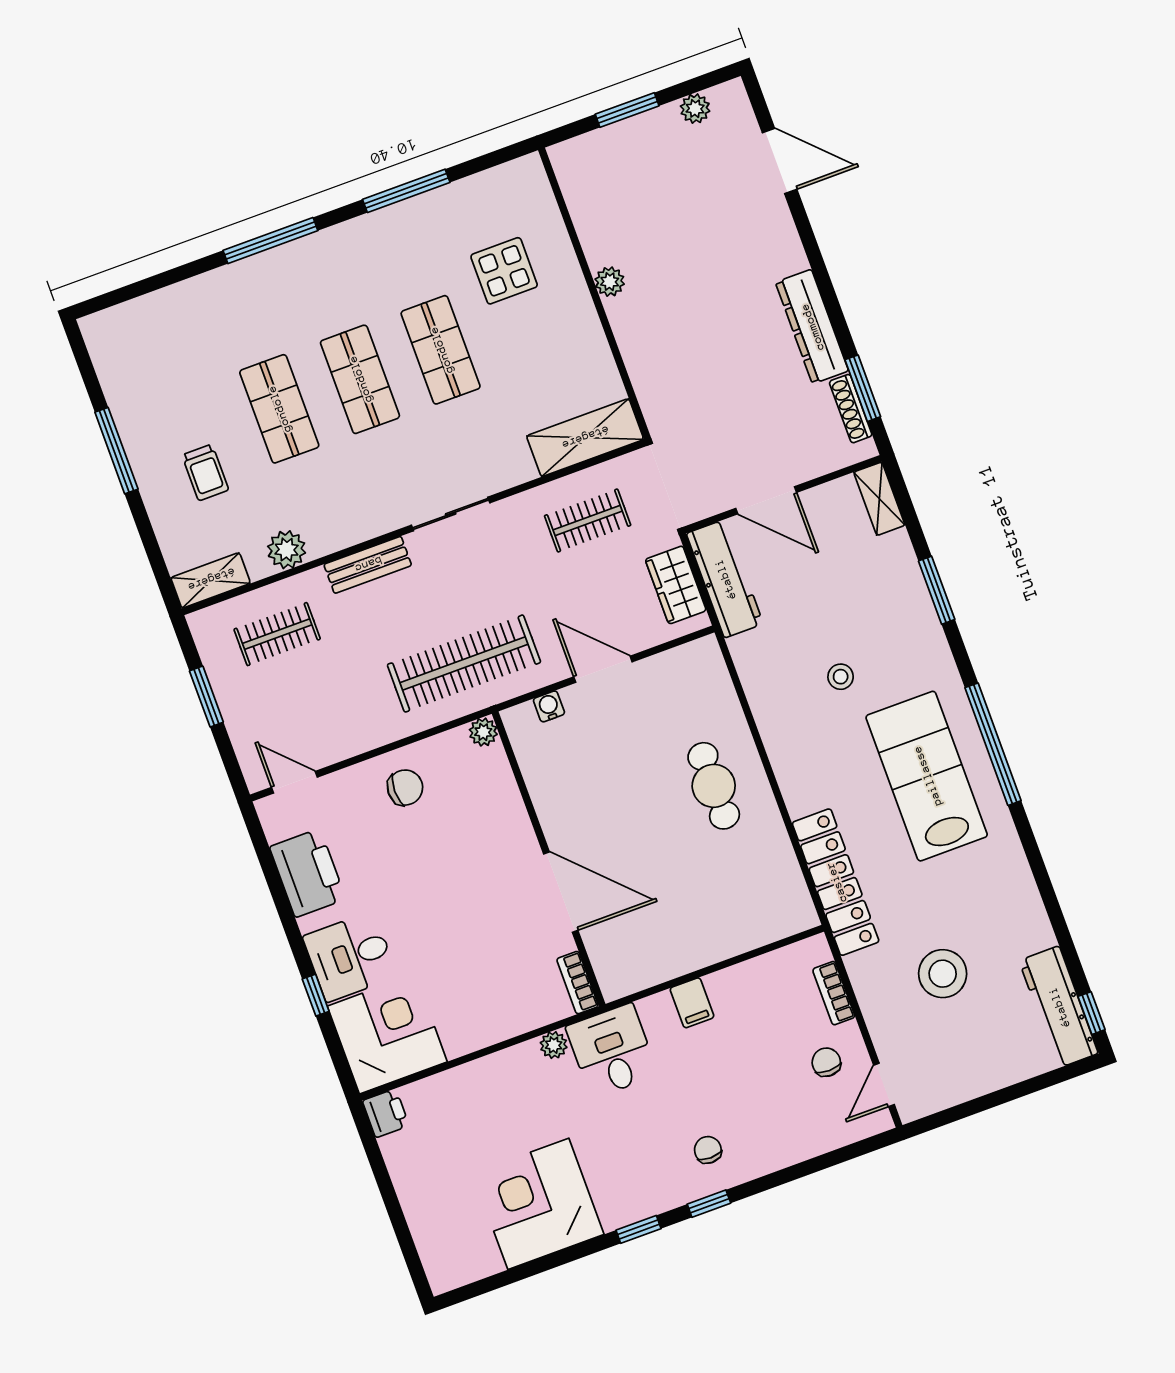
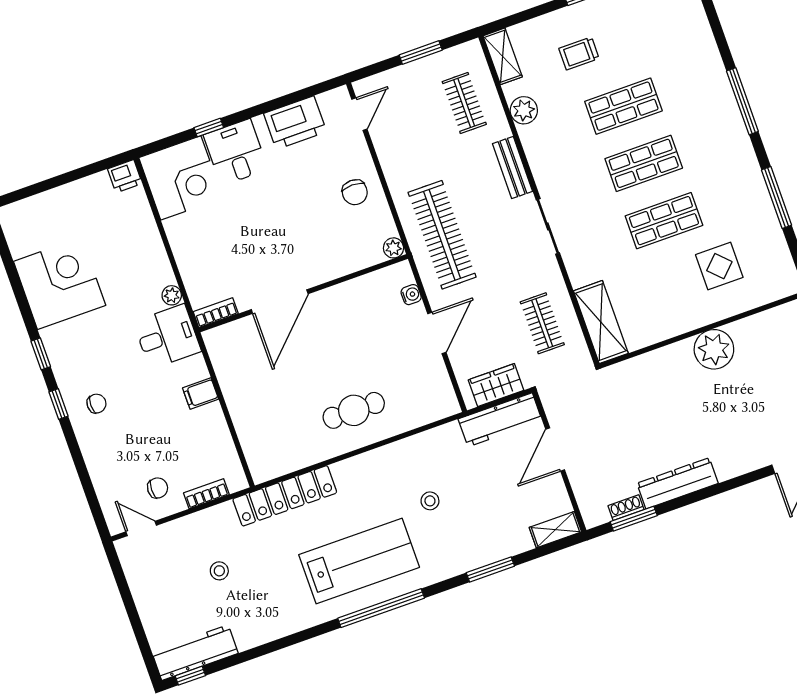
plant: (610, 282) -> (714, 349), width x1.88, depth x1.88
shoe rack: (851, 409) -> (626, 508), width x0.70
stool: (943, 974) -> (219, 571), width x0.53, depth x0.53

